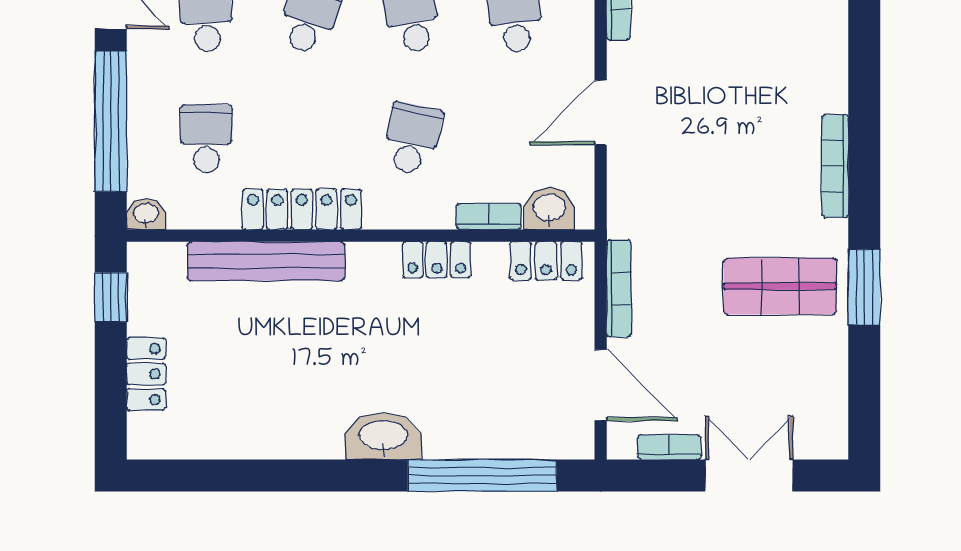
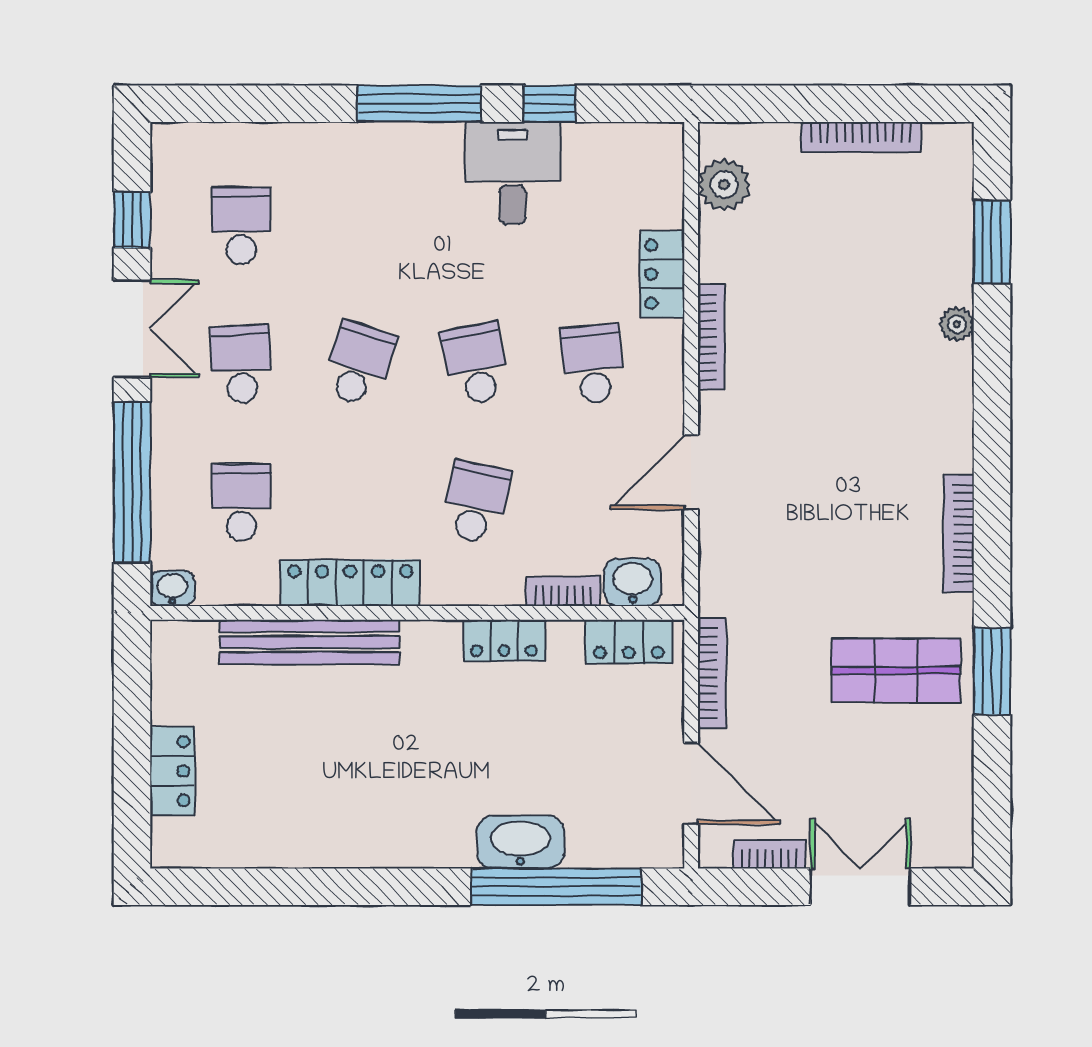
window: (111, 297) -> (132, 683), removed
washbasin: (383, 436) -> (520, 842), moved

